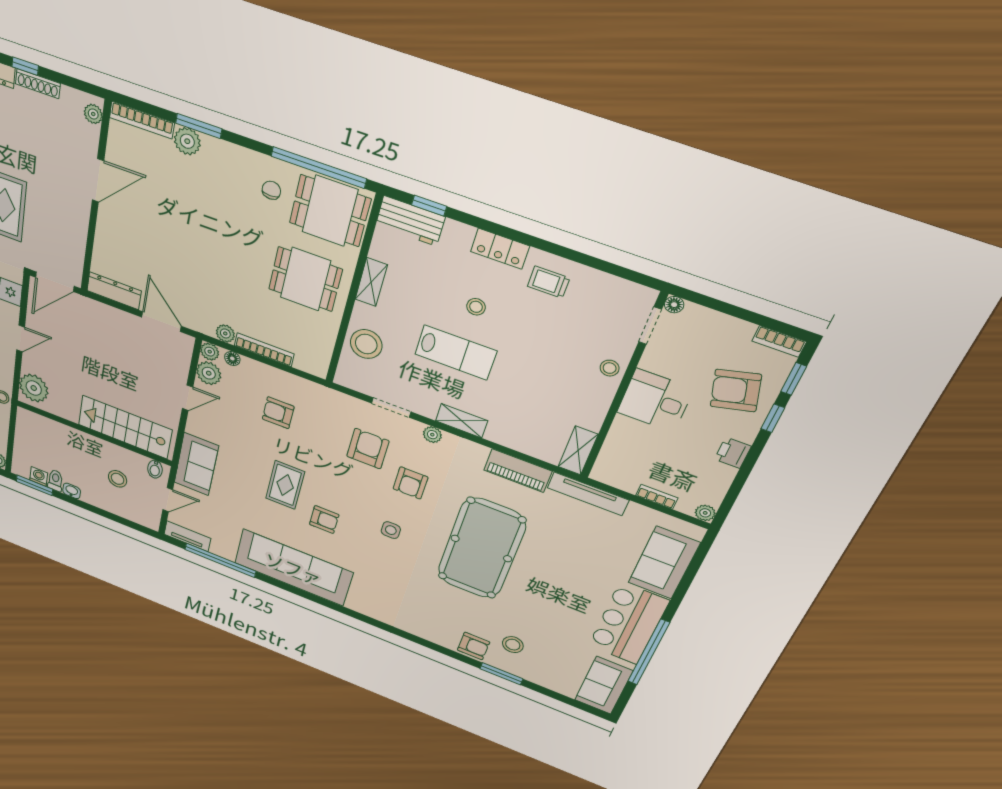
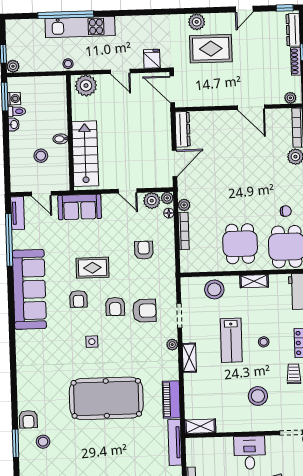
stool: (610, 368) -> (258, 396), moved, width x1.89, depth x1.89
bidet: (155, 469) -> (61, 139), moved
armchair: (410, 483) -> (115, 307), moved, turned -90

